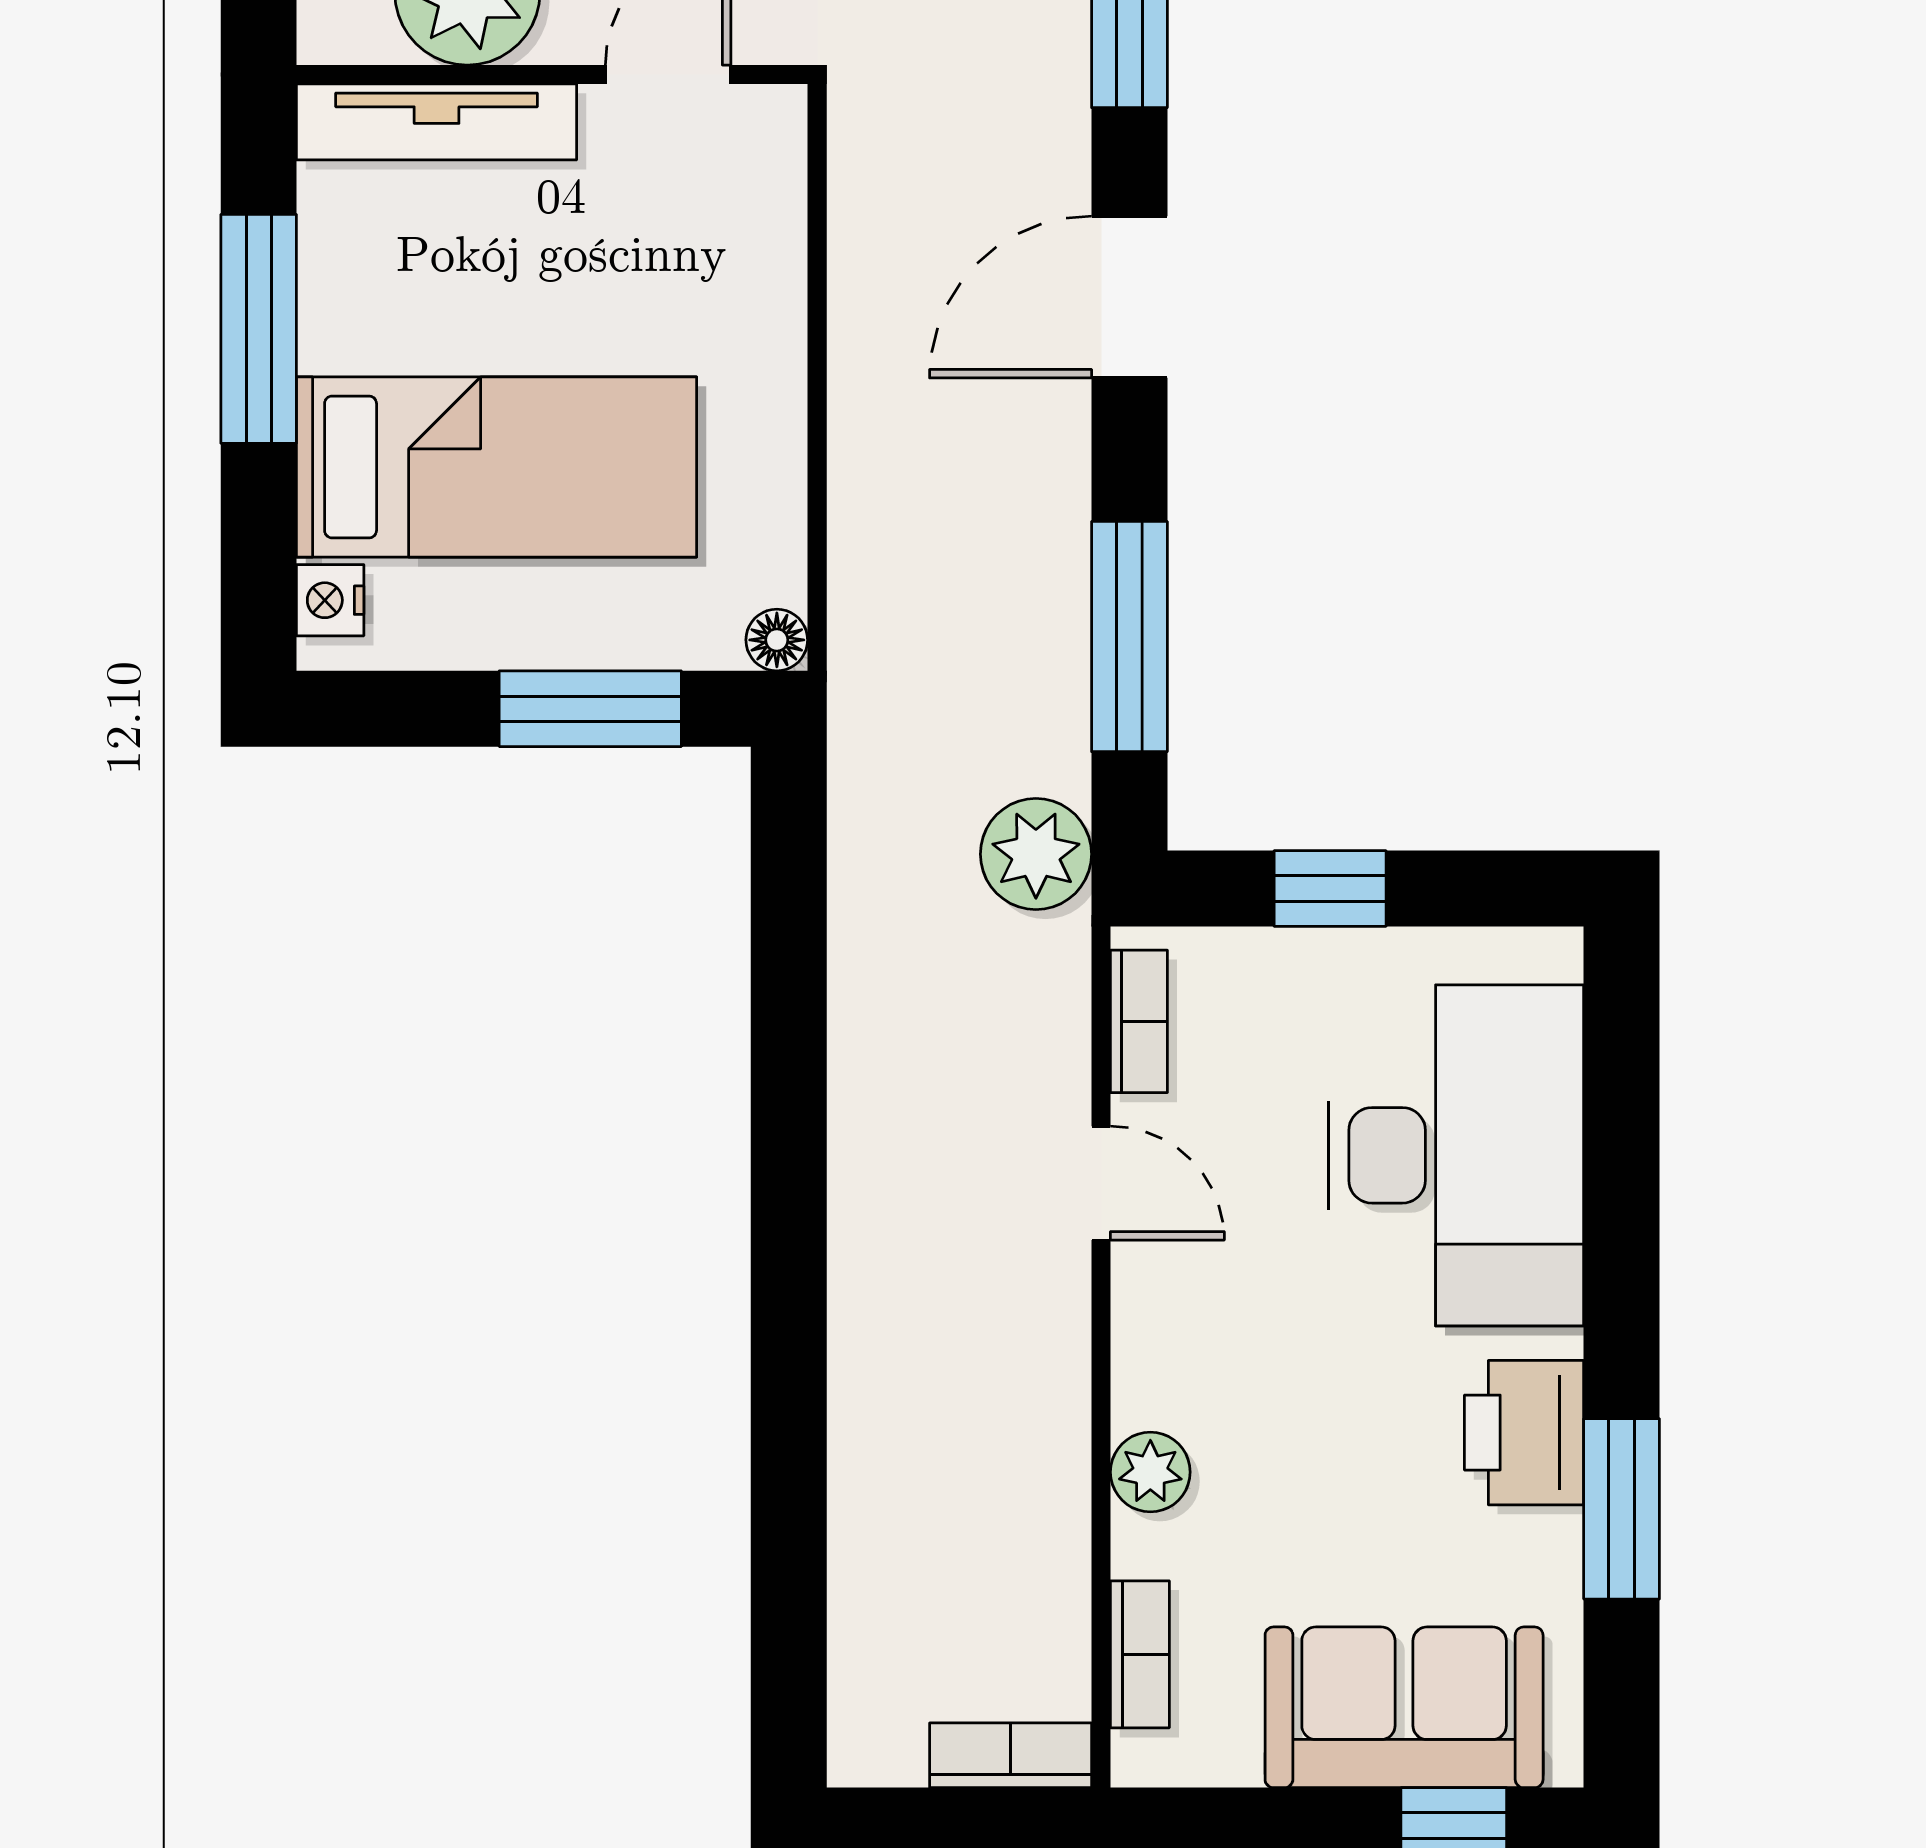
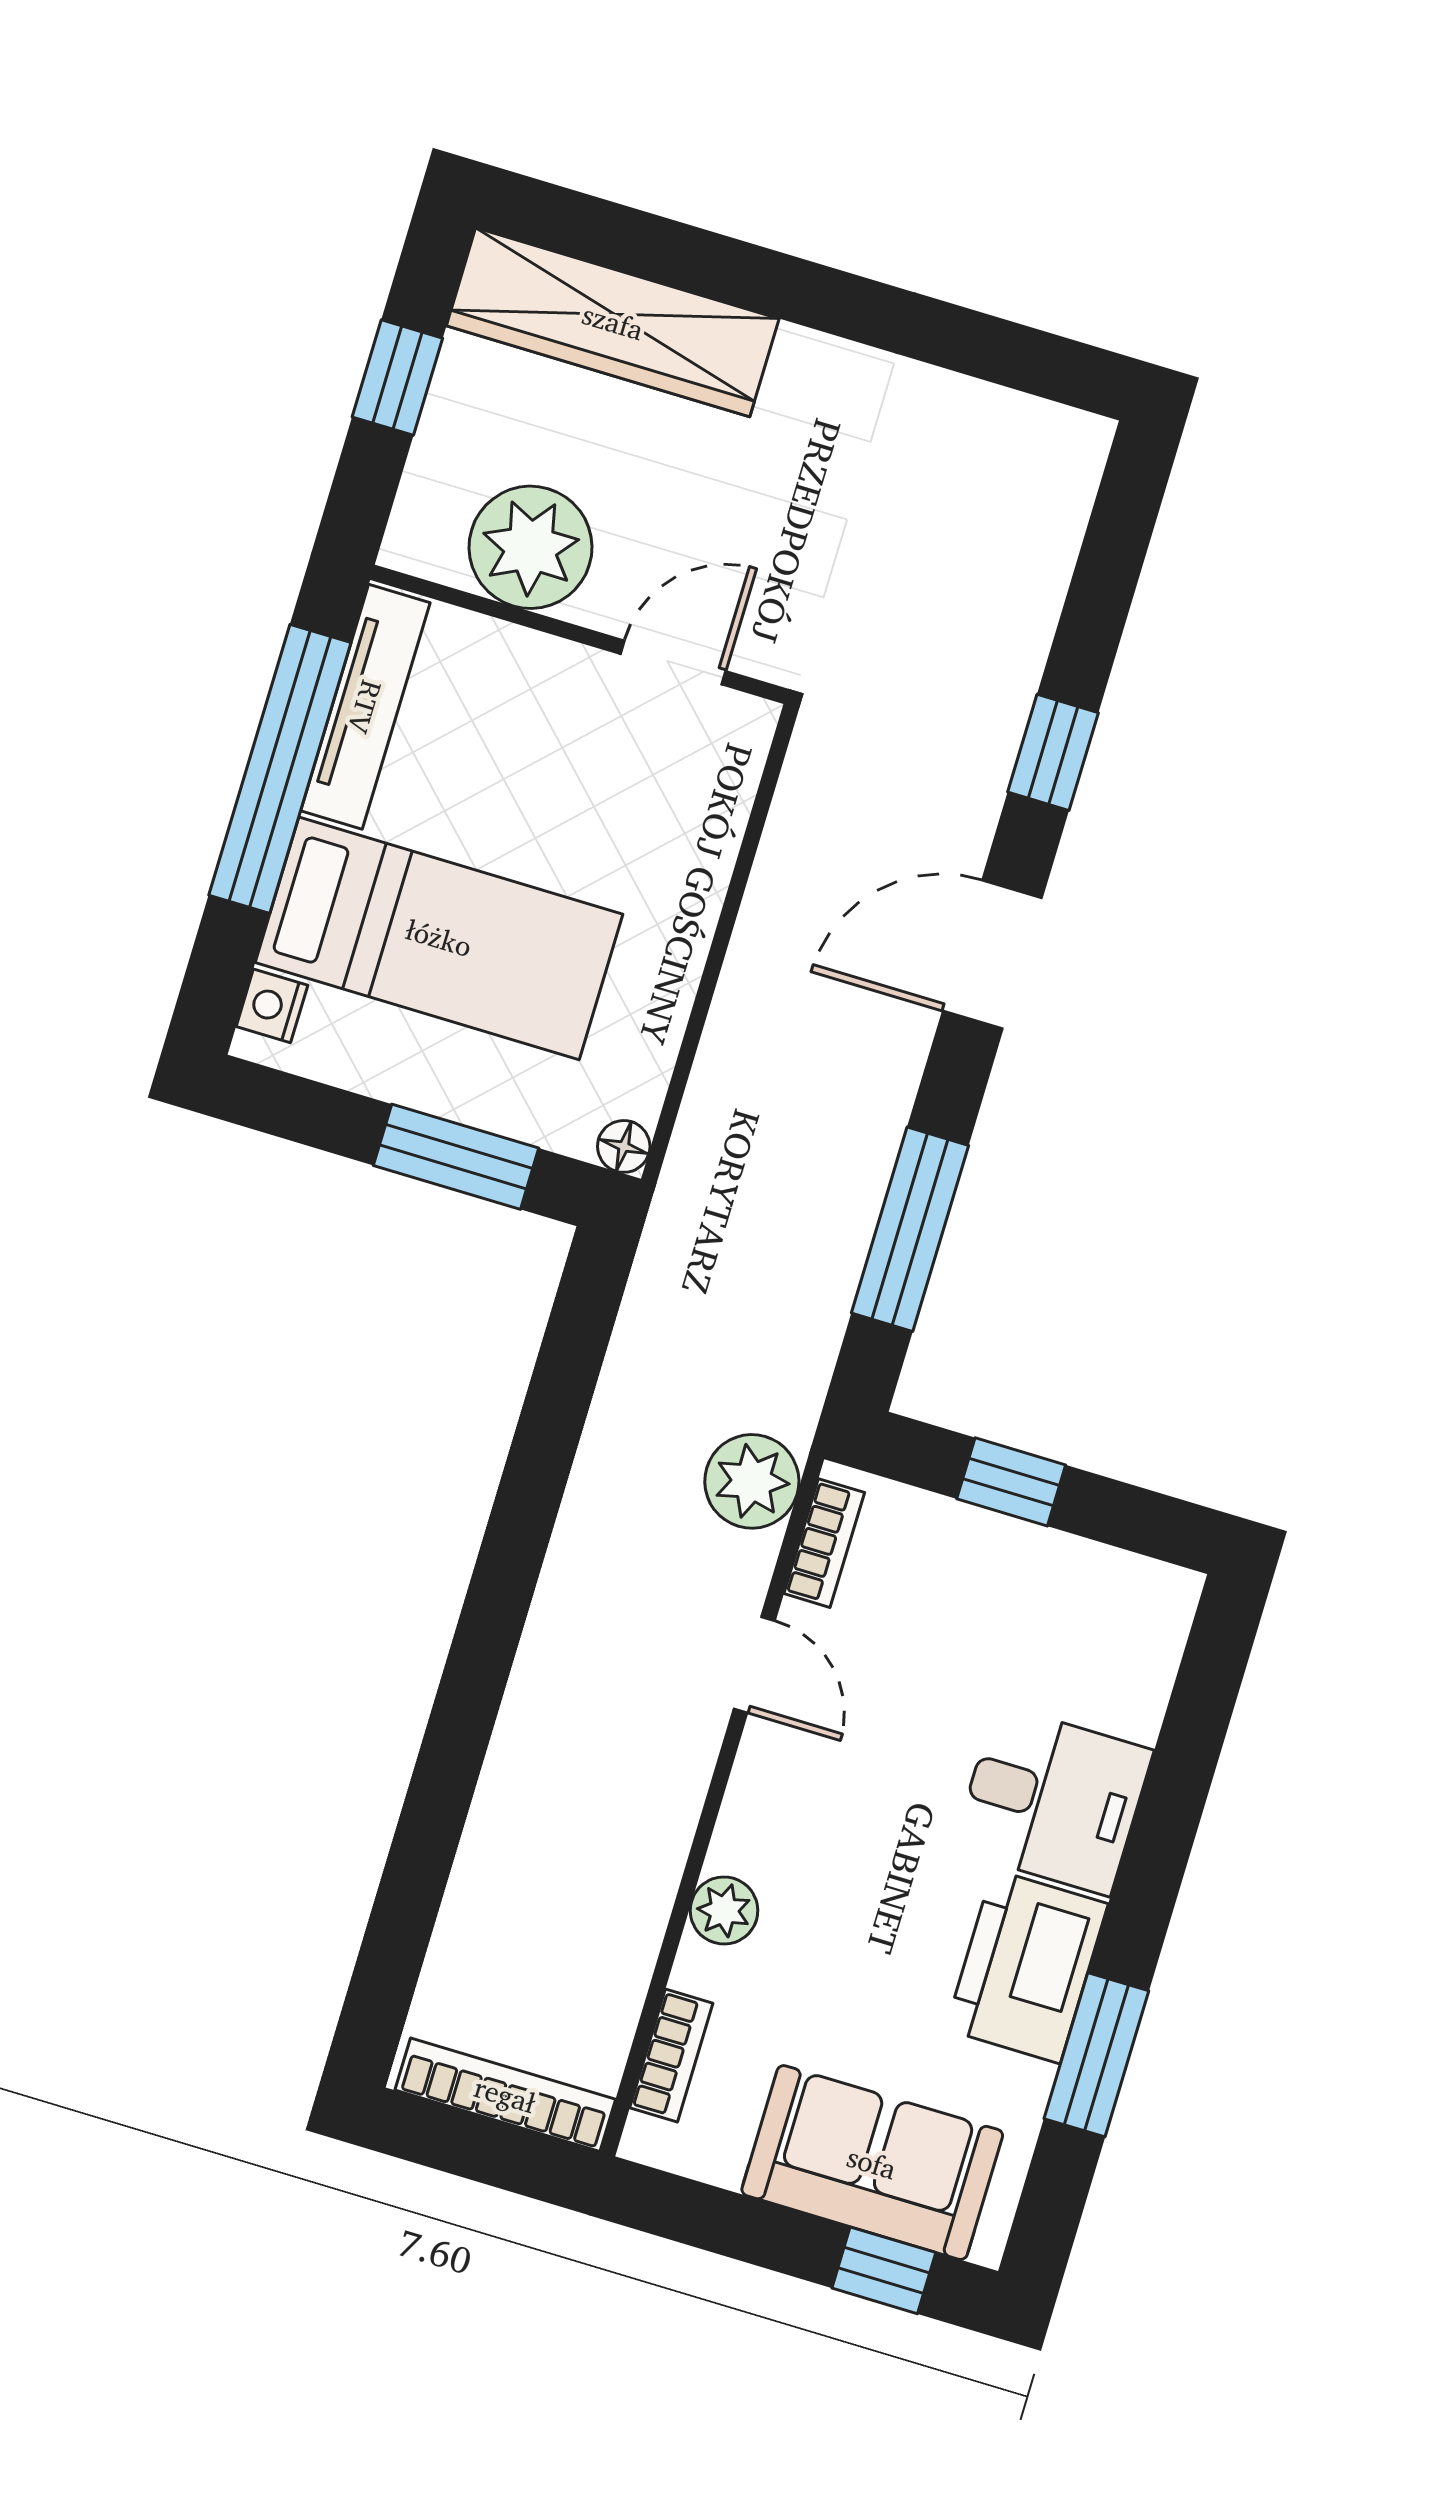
tv unit: (437, 122) -> (365, 707), moved, turned -90
window: (259, 329) -> (280, 769), width x1.46
plant: (1036, 854) -> (752, 1481), moved
desk: (1456, 1155) -> (1053, 1800), width x0.53, depth x0.77
printer: (1524, 1433) -> (1027, 1967), width x1.37, depth x1.19
bookcase: (1011, 1755) -> (505, 2095), width x1.56

